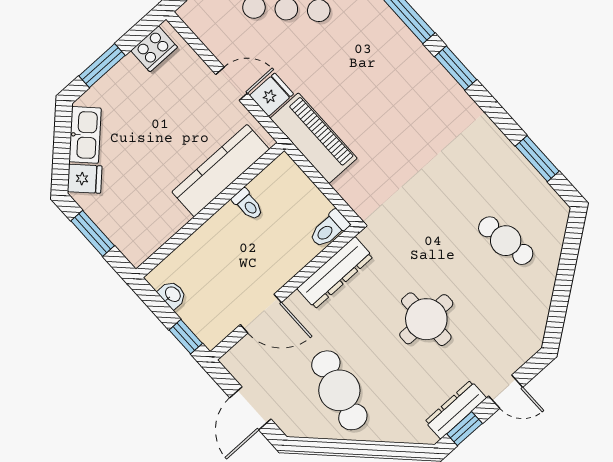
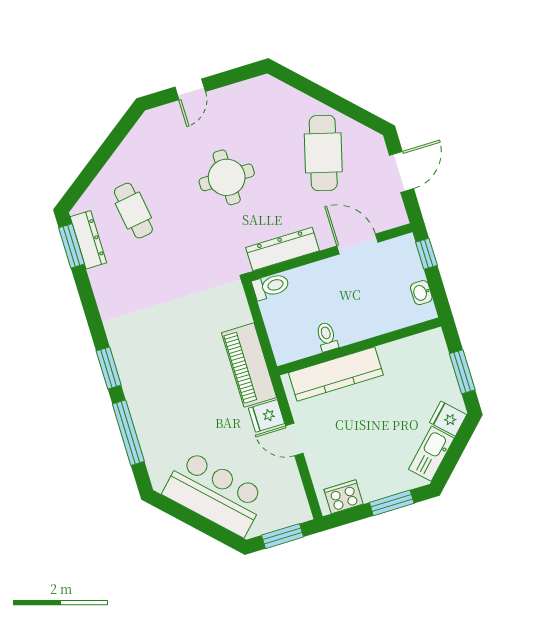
window: (537, 159) -> (72, 246), moved
door: (506, 392) -> (190, 89), swing flipped
dresser: (456, 410) -> (88, 240), moved, turned -90
window: (465, 429) -> (237, 75), removed

